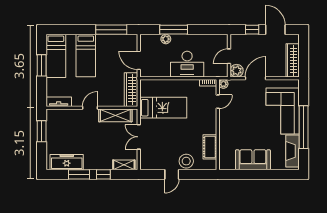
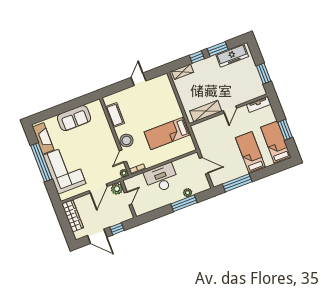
wardrobe: (131, 90) -> (201, 138), removed
double door: (139, 137) -> (179, 100), removed
stool: (186, 161) -> (126, 140), moved

